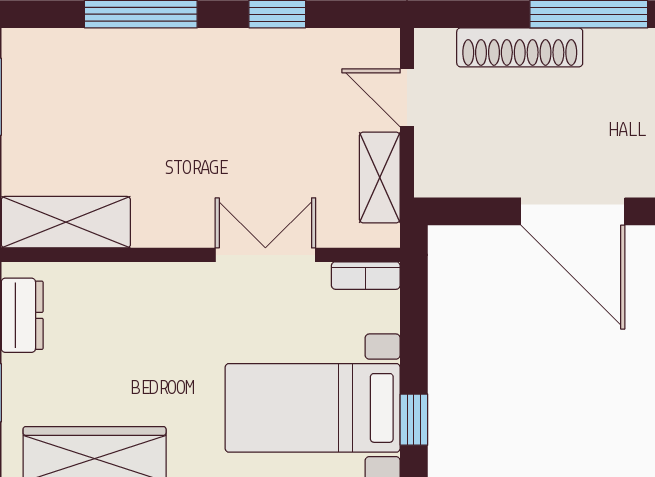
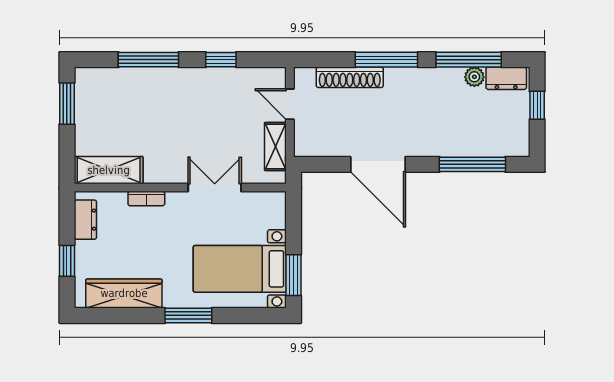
bookcase: (366, 276) -> (146, 199), moved
window: (414, 420) -> (294, 275), width x1.50

